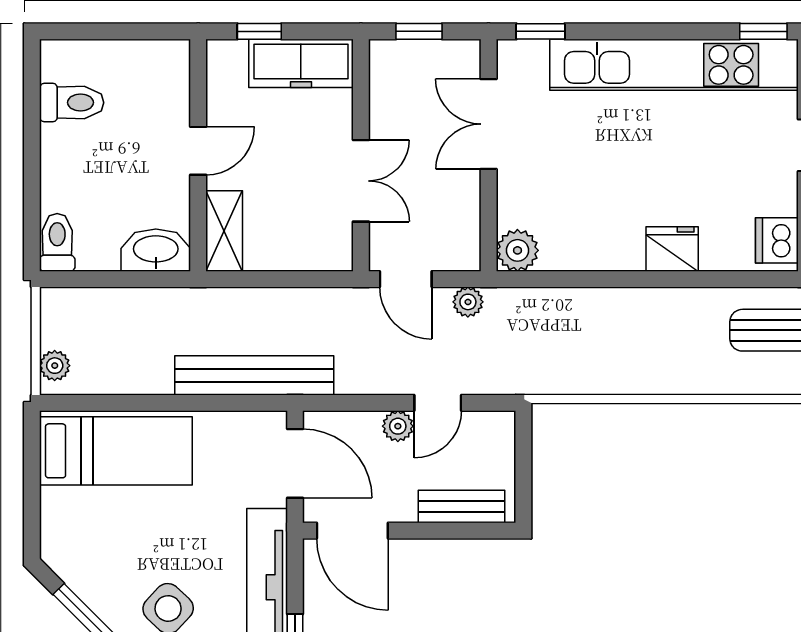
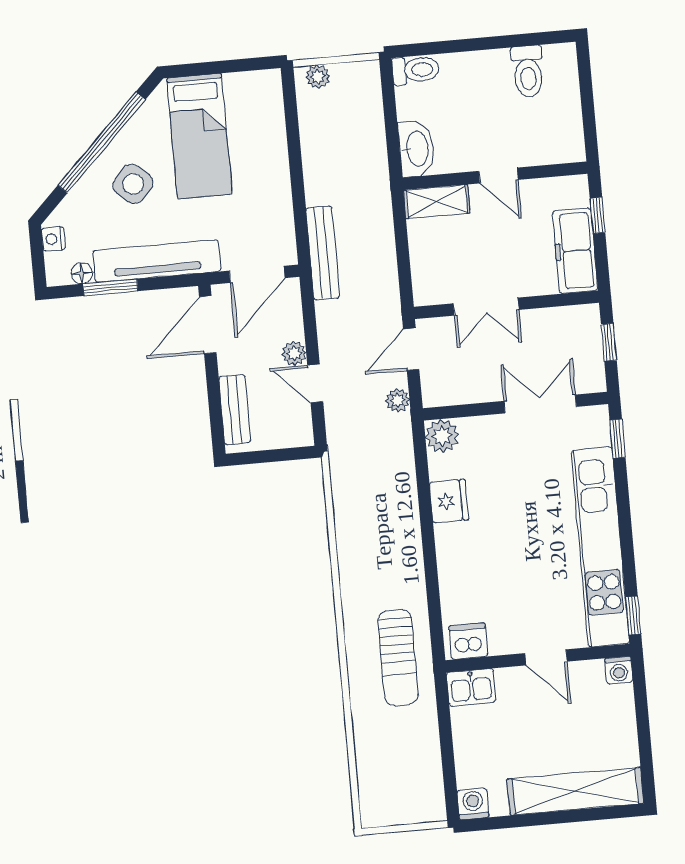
fridge: (672, 249) -> (449, 501), moved
bench: (254, 375) -> (323, 253), width x0.73, depth x0.82
bed: (116, 451) -> (199, 136), moved

